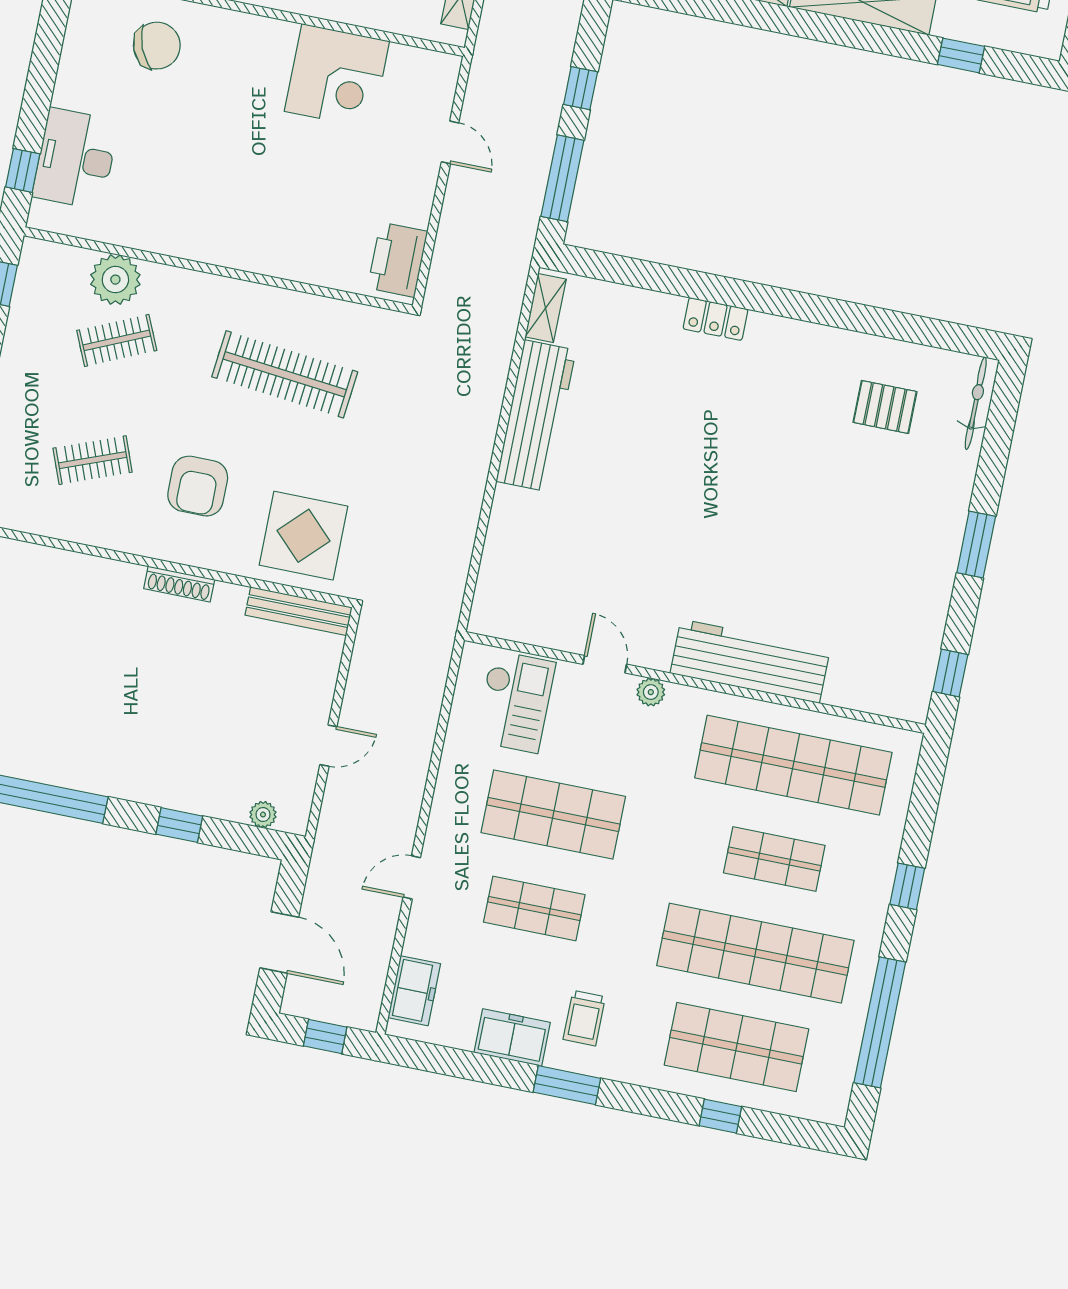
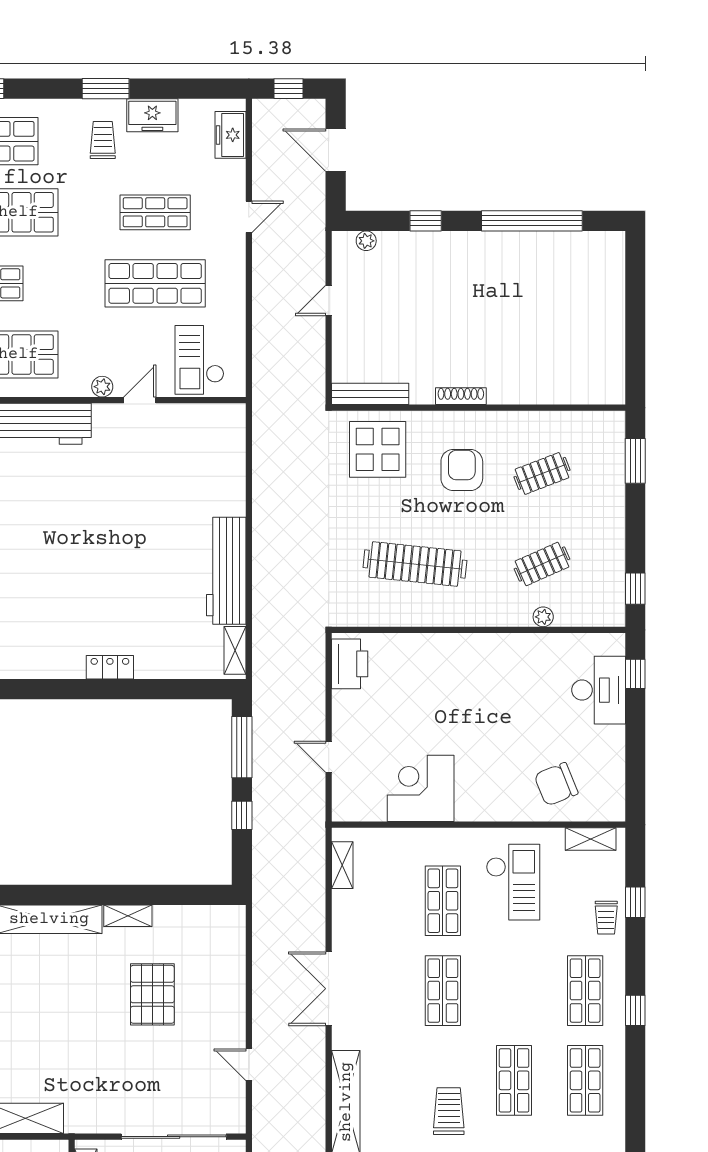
plant: (115, 280) -> (543, 617), width x0.53, depth x0.53
door: (605, 664) -> (140, 400), swing flipped

